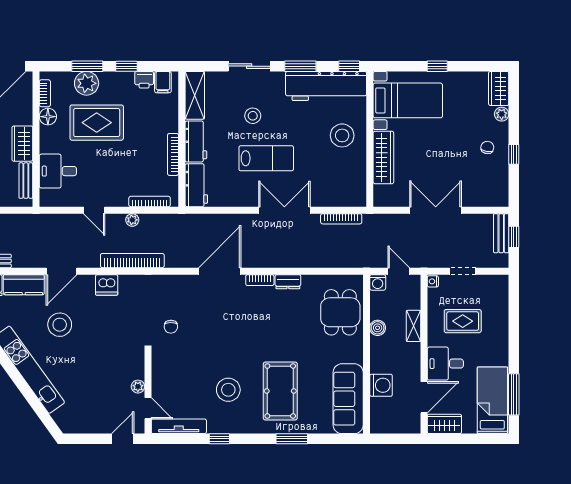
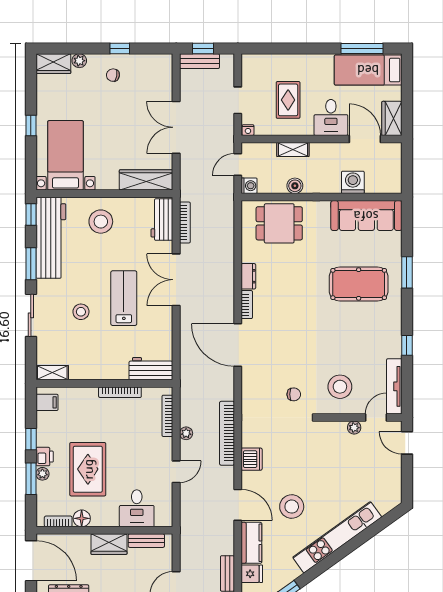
printer: (144, 80) -> (45, 457), moved
plant: (87, 83) -> (42, 474), width x0.53, depth x0.53
shelving: (195, 95) -> (52, 373), width x0.67, depth x0.75
workbench: (196, 141) -> (162, 220), moved, turned -90
wardrobe: (383, 157) -> (146, 180), moved
stool: (228, 390) -> (340, 387), moved

